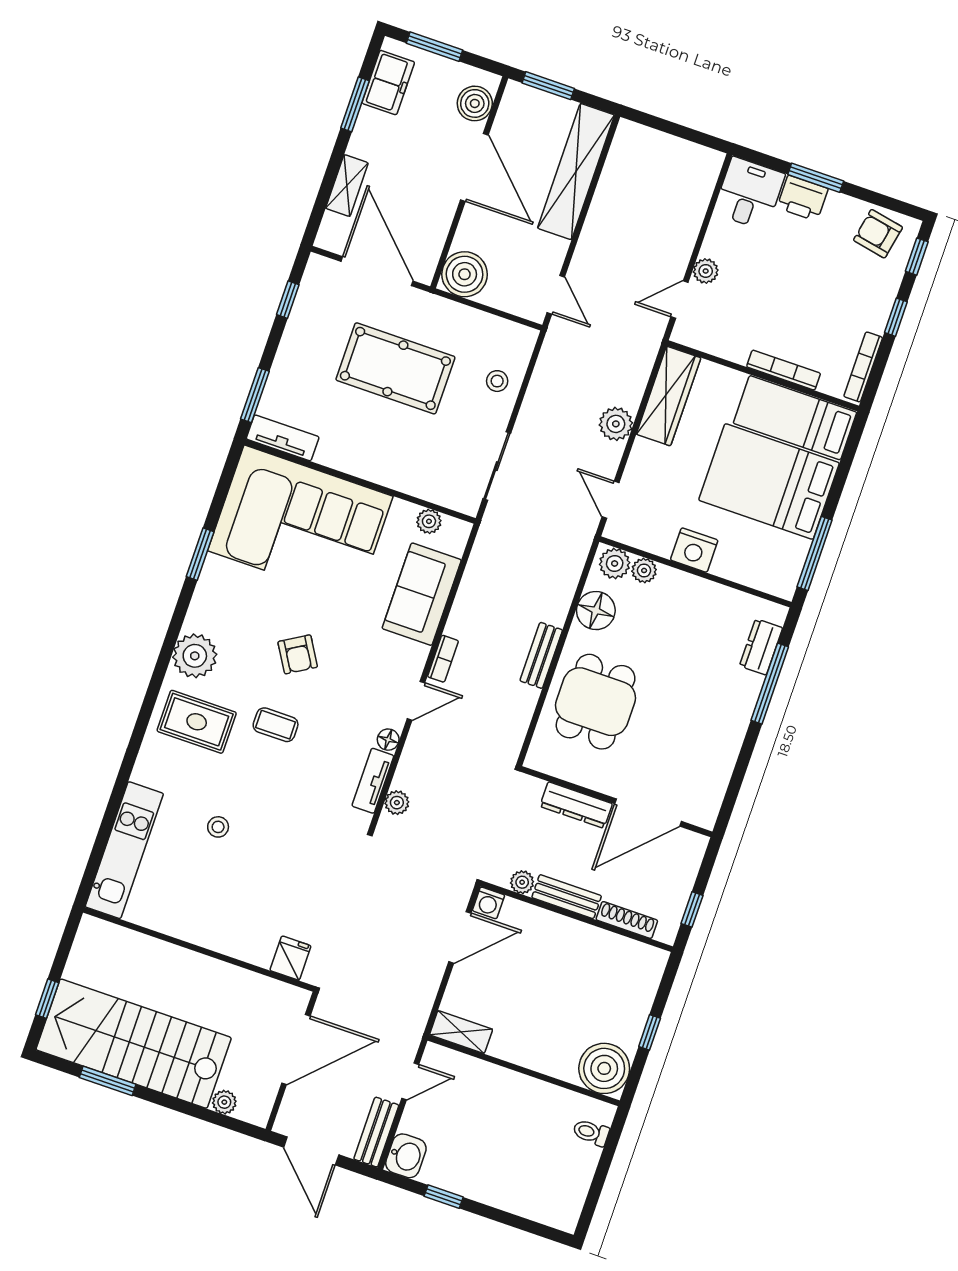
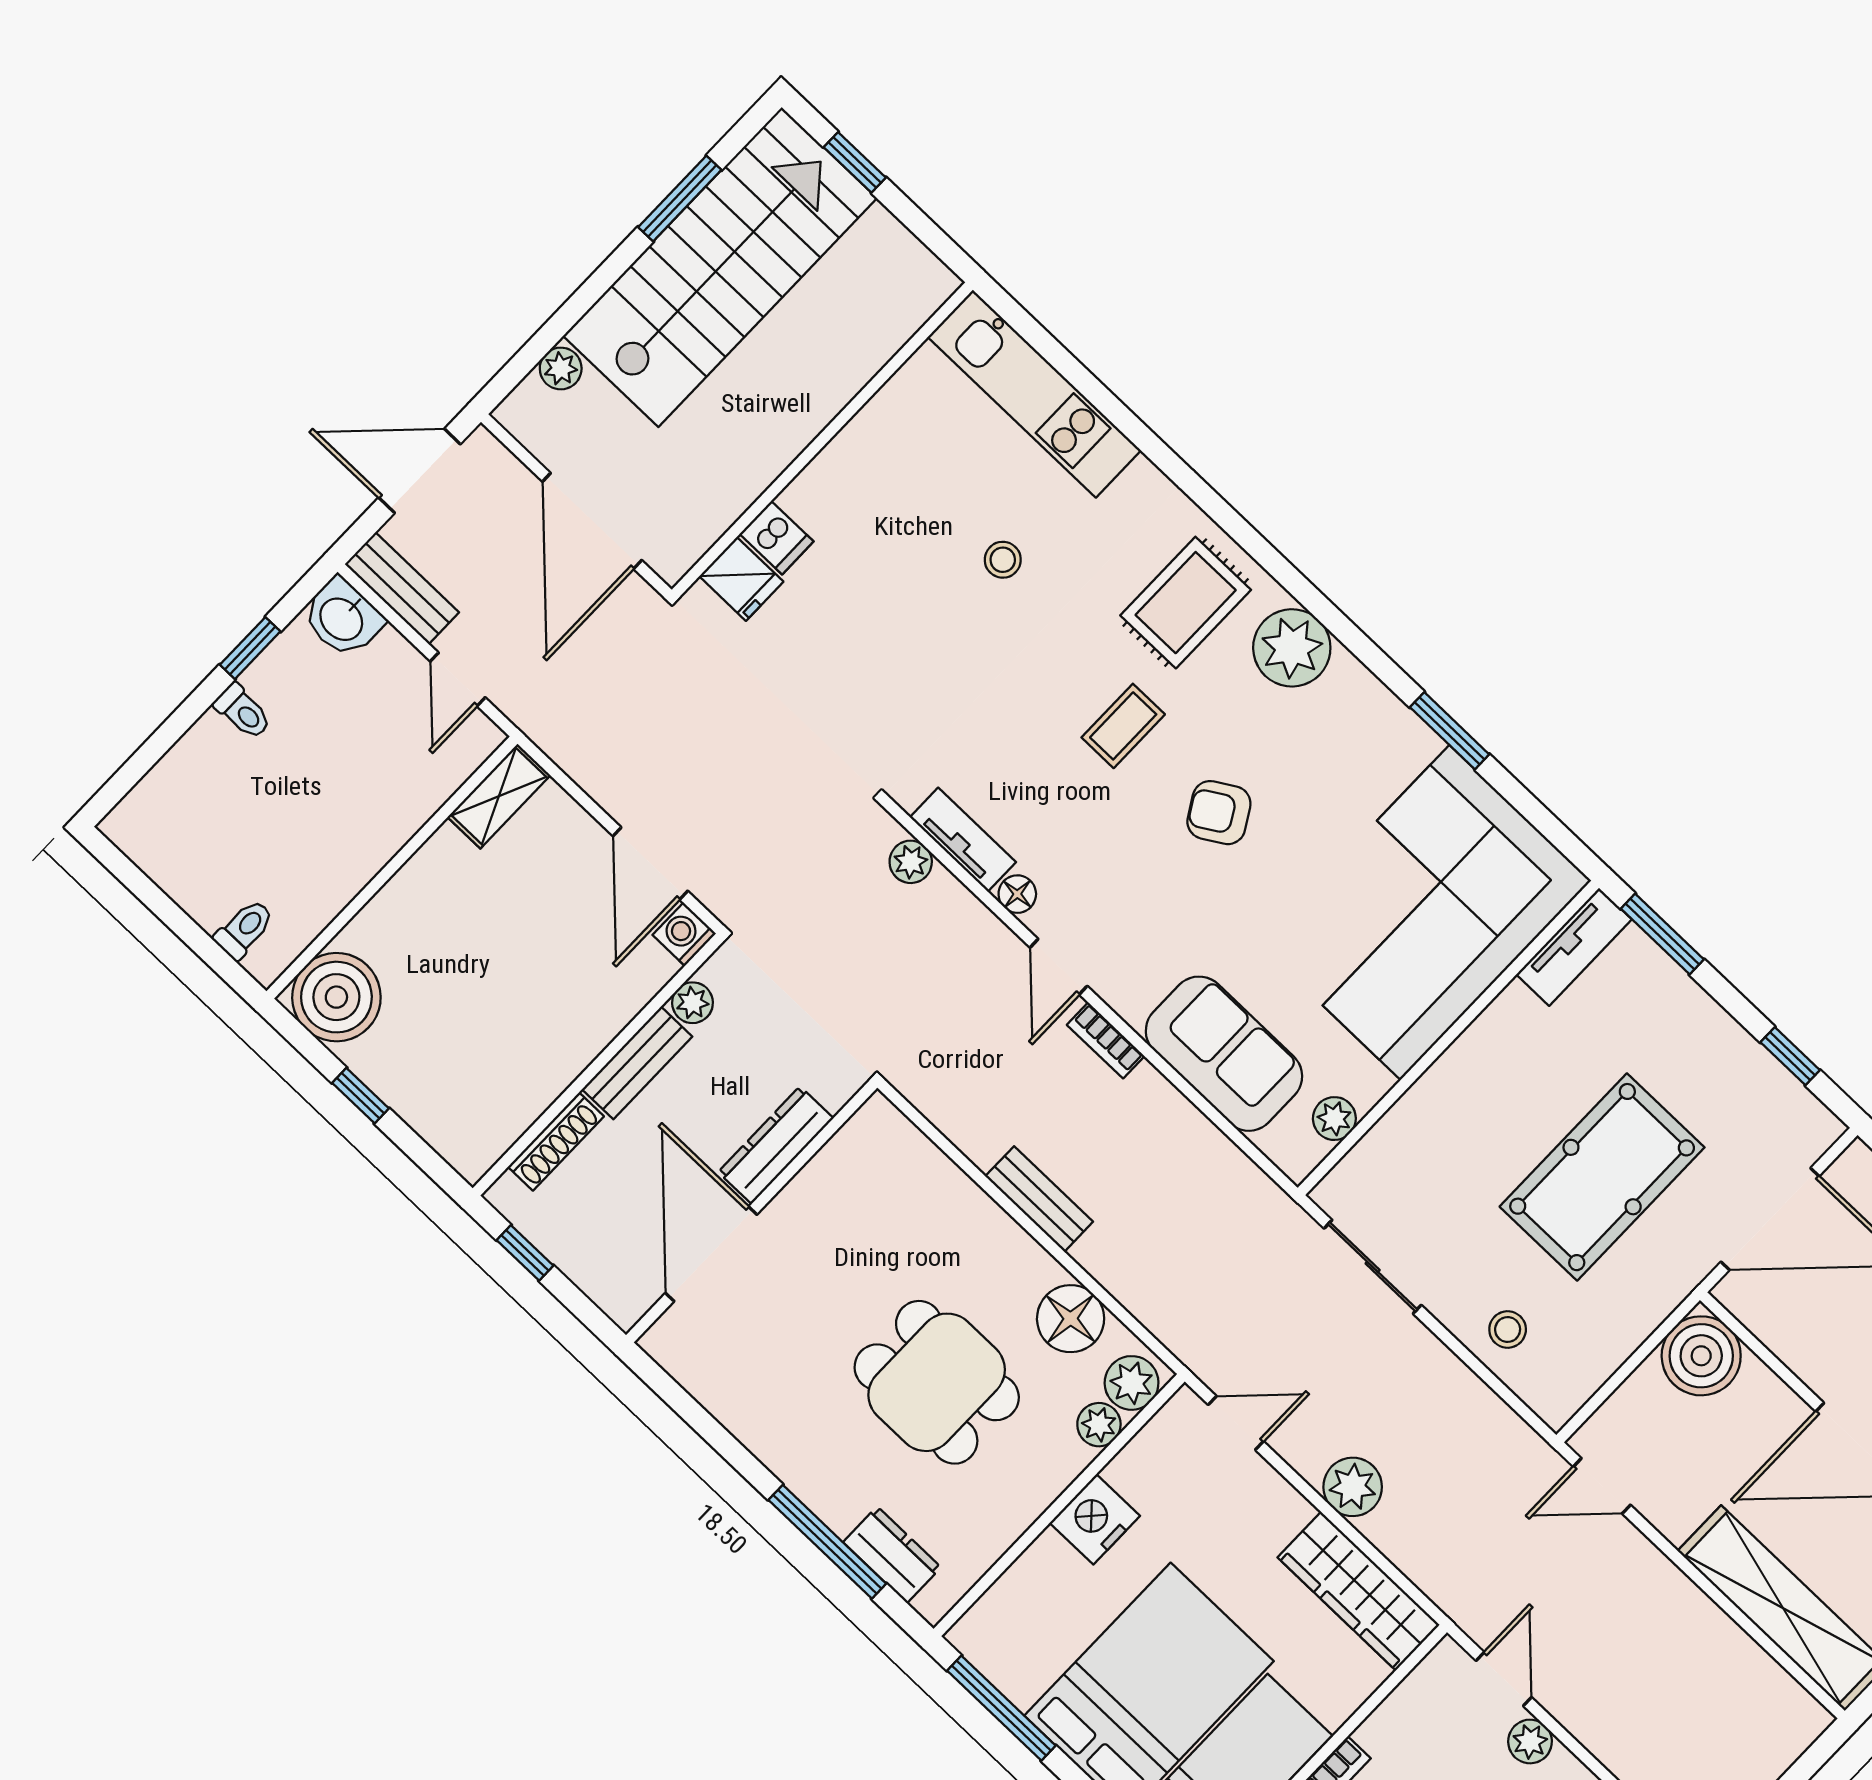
dining table: (596, 702) -> (937, 1382), moved
dishwasher: (261, 950) -> (777, 538), added
toilet: (478, 1185) -> (243, 712), added

